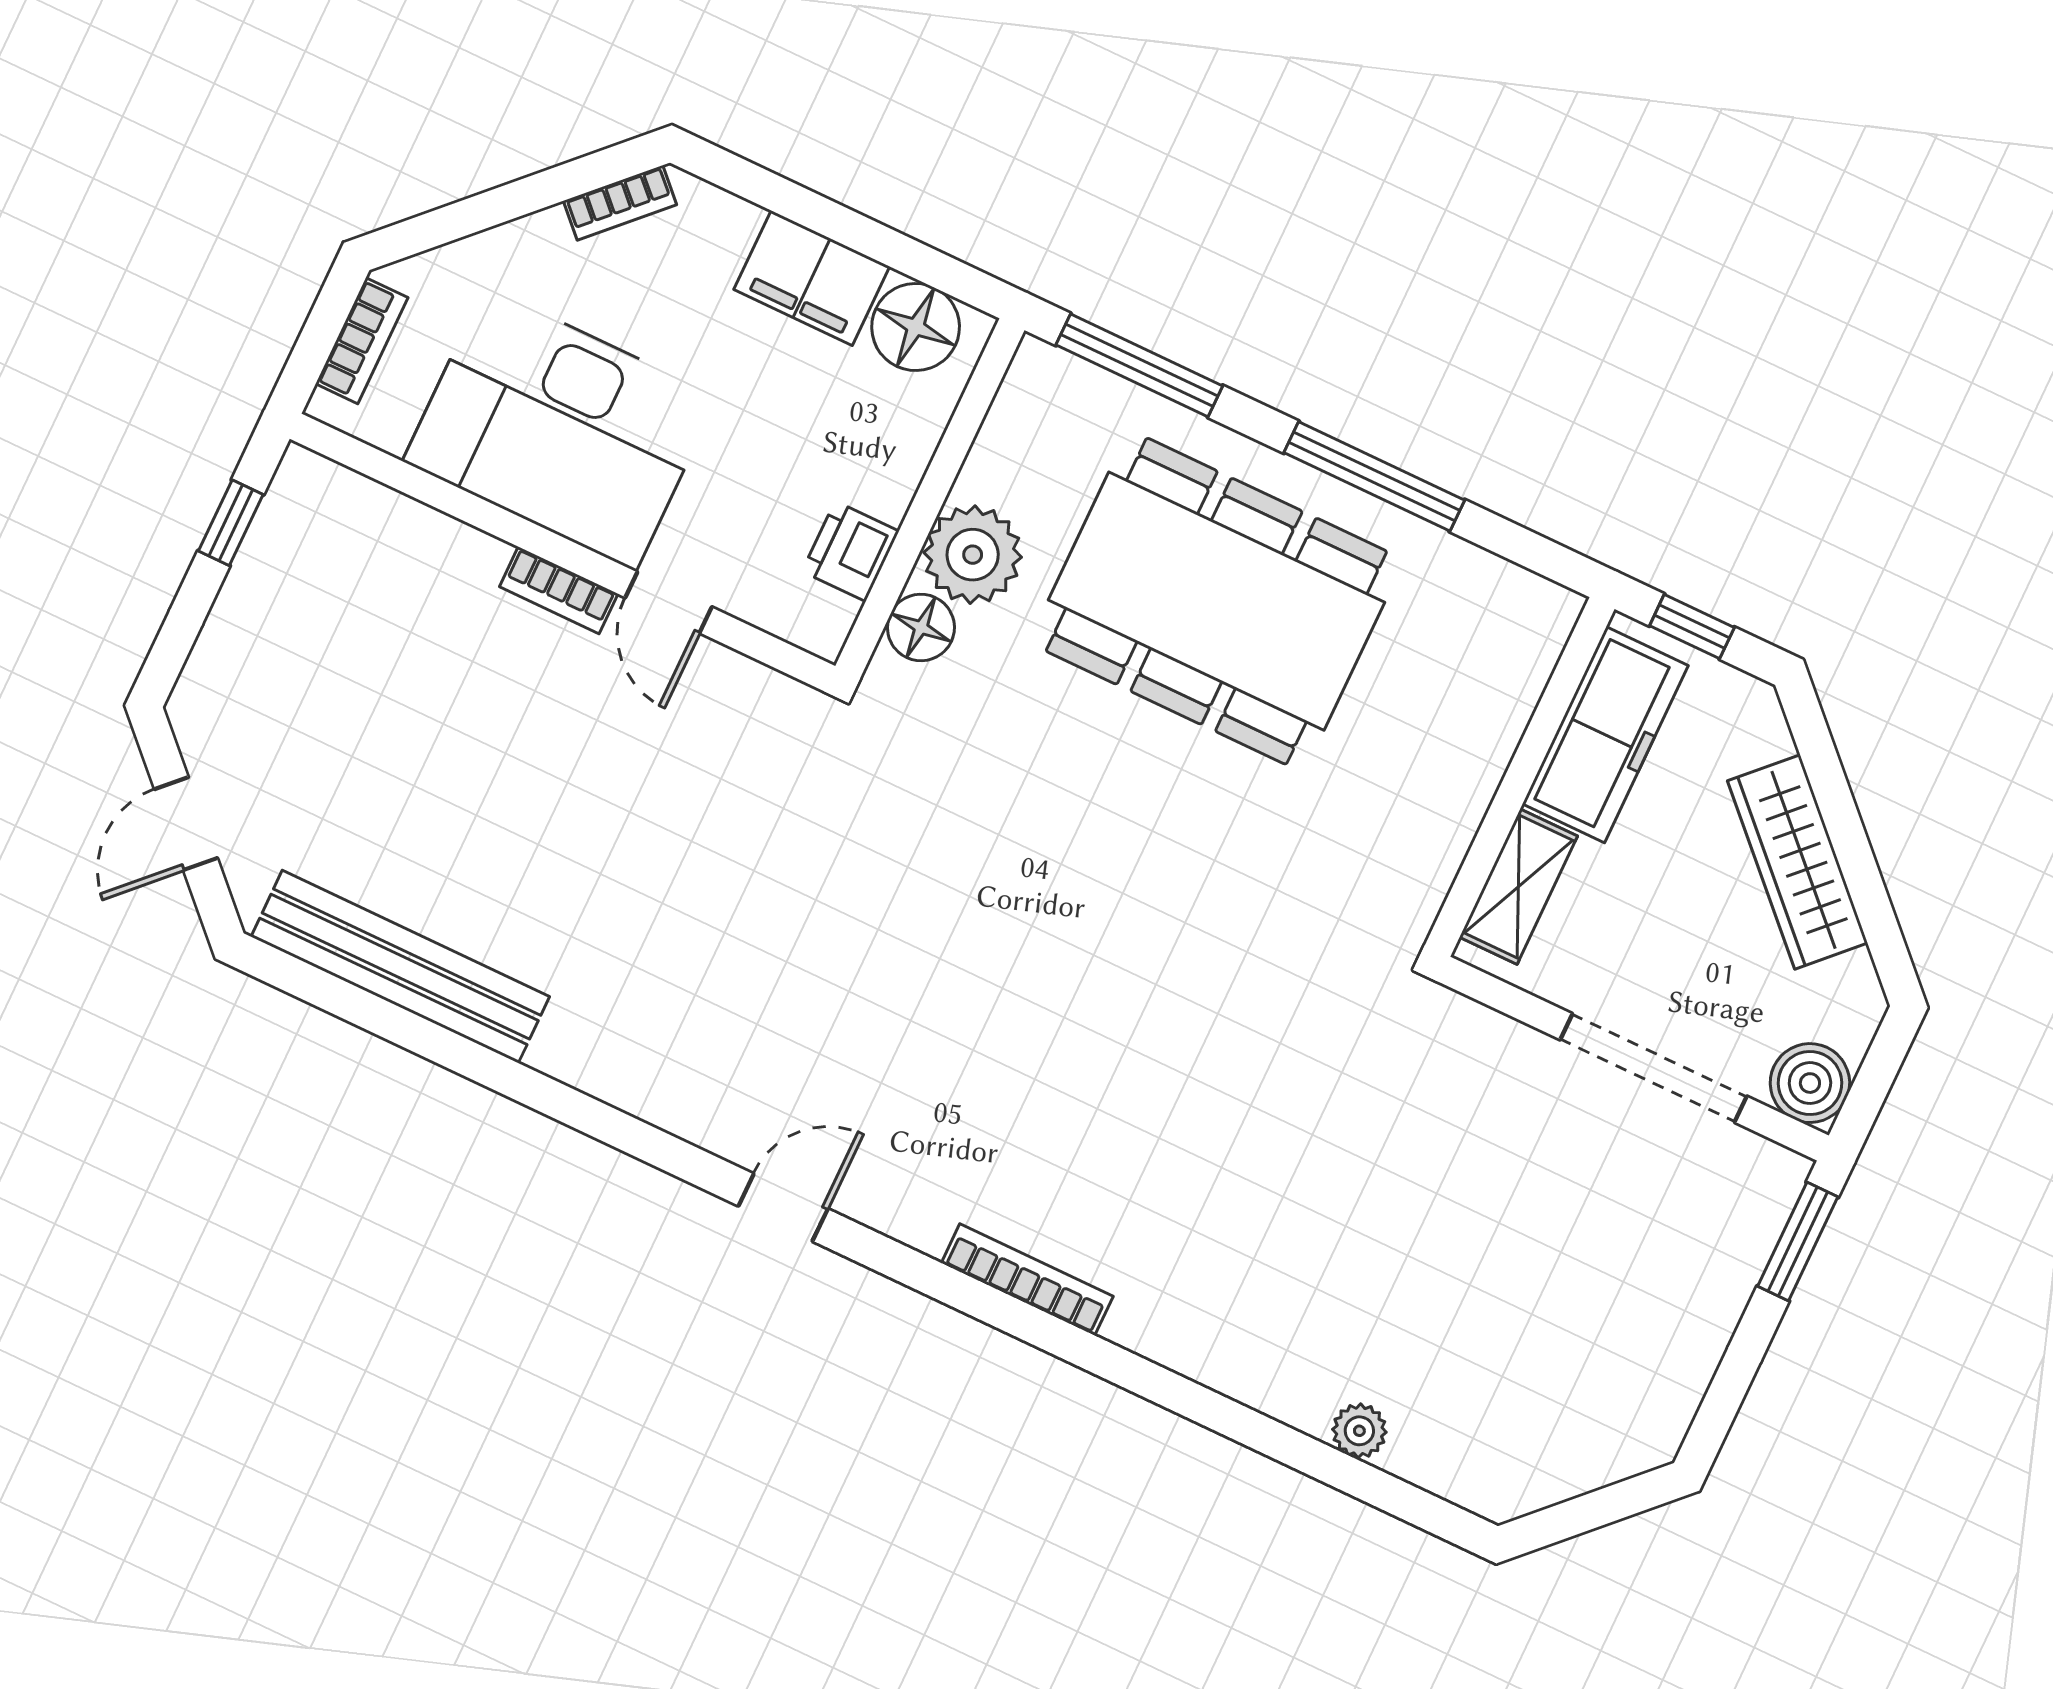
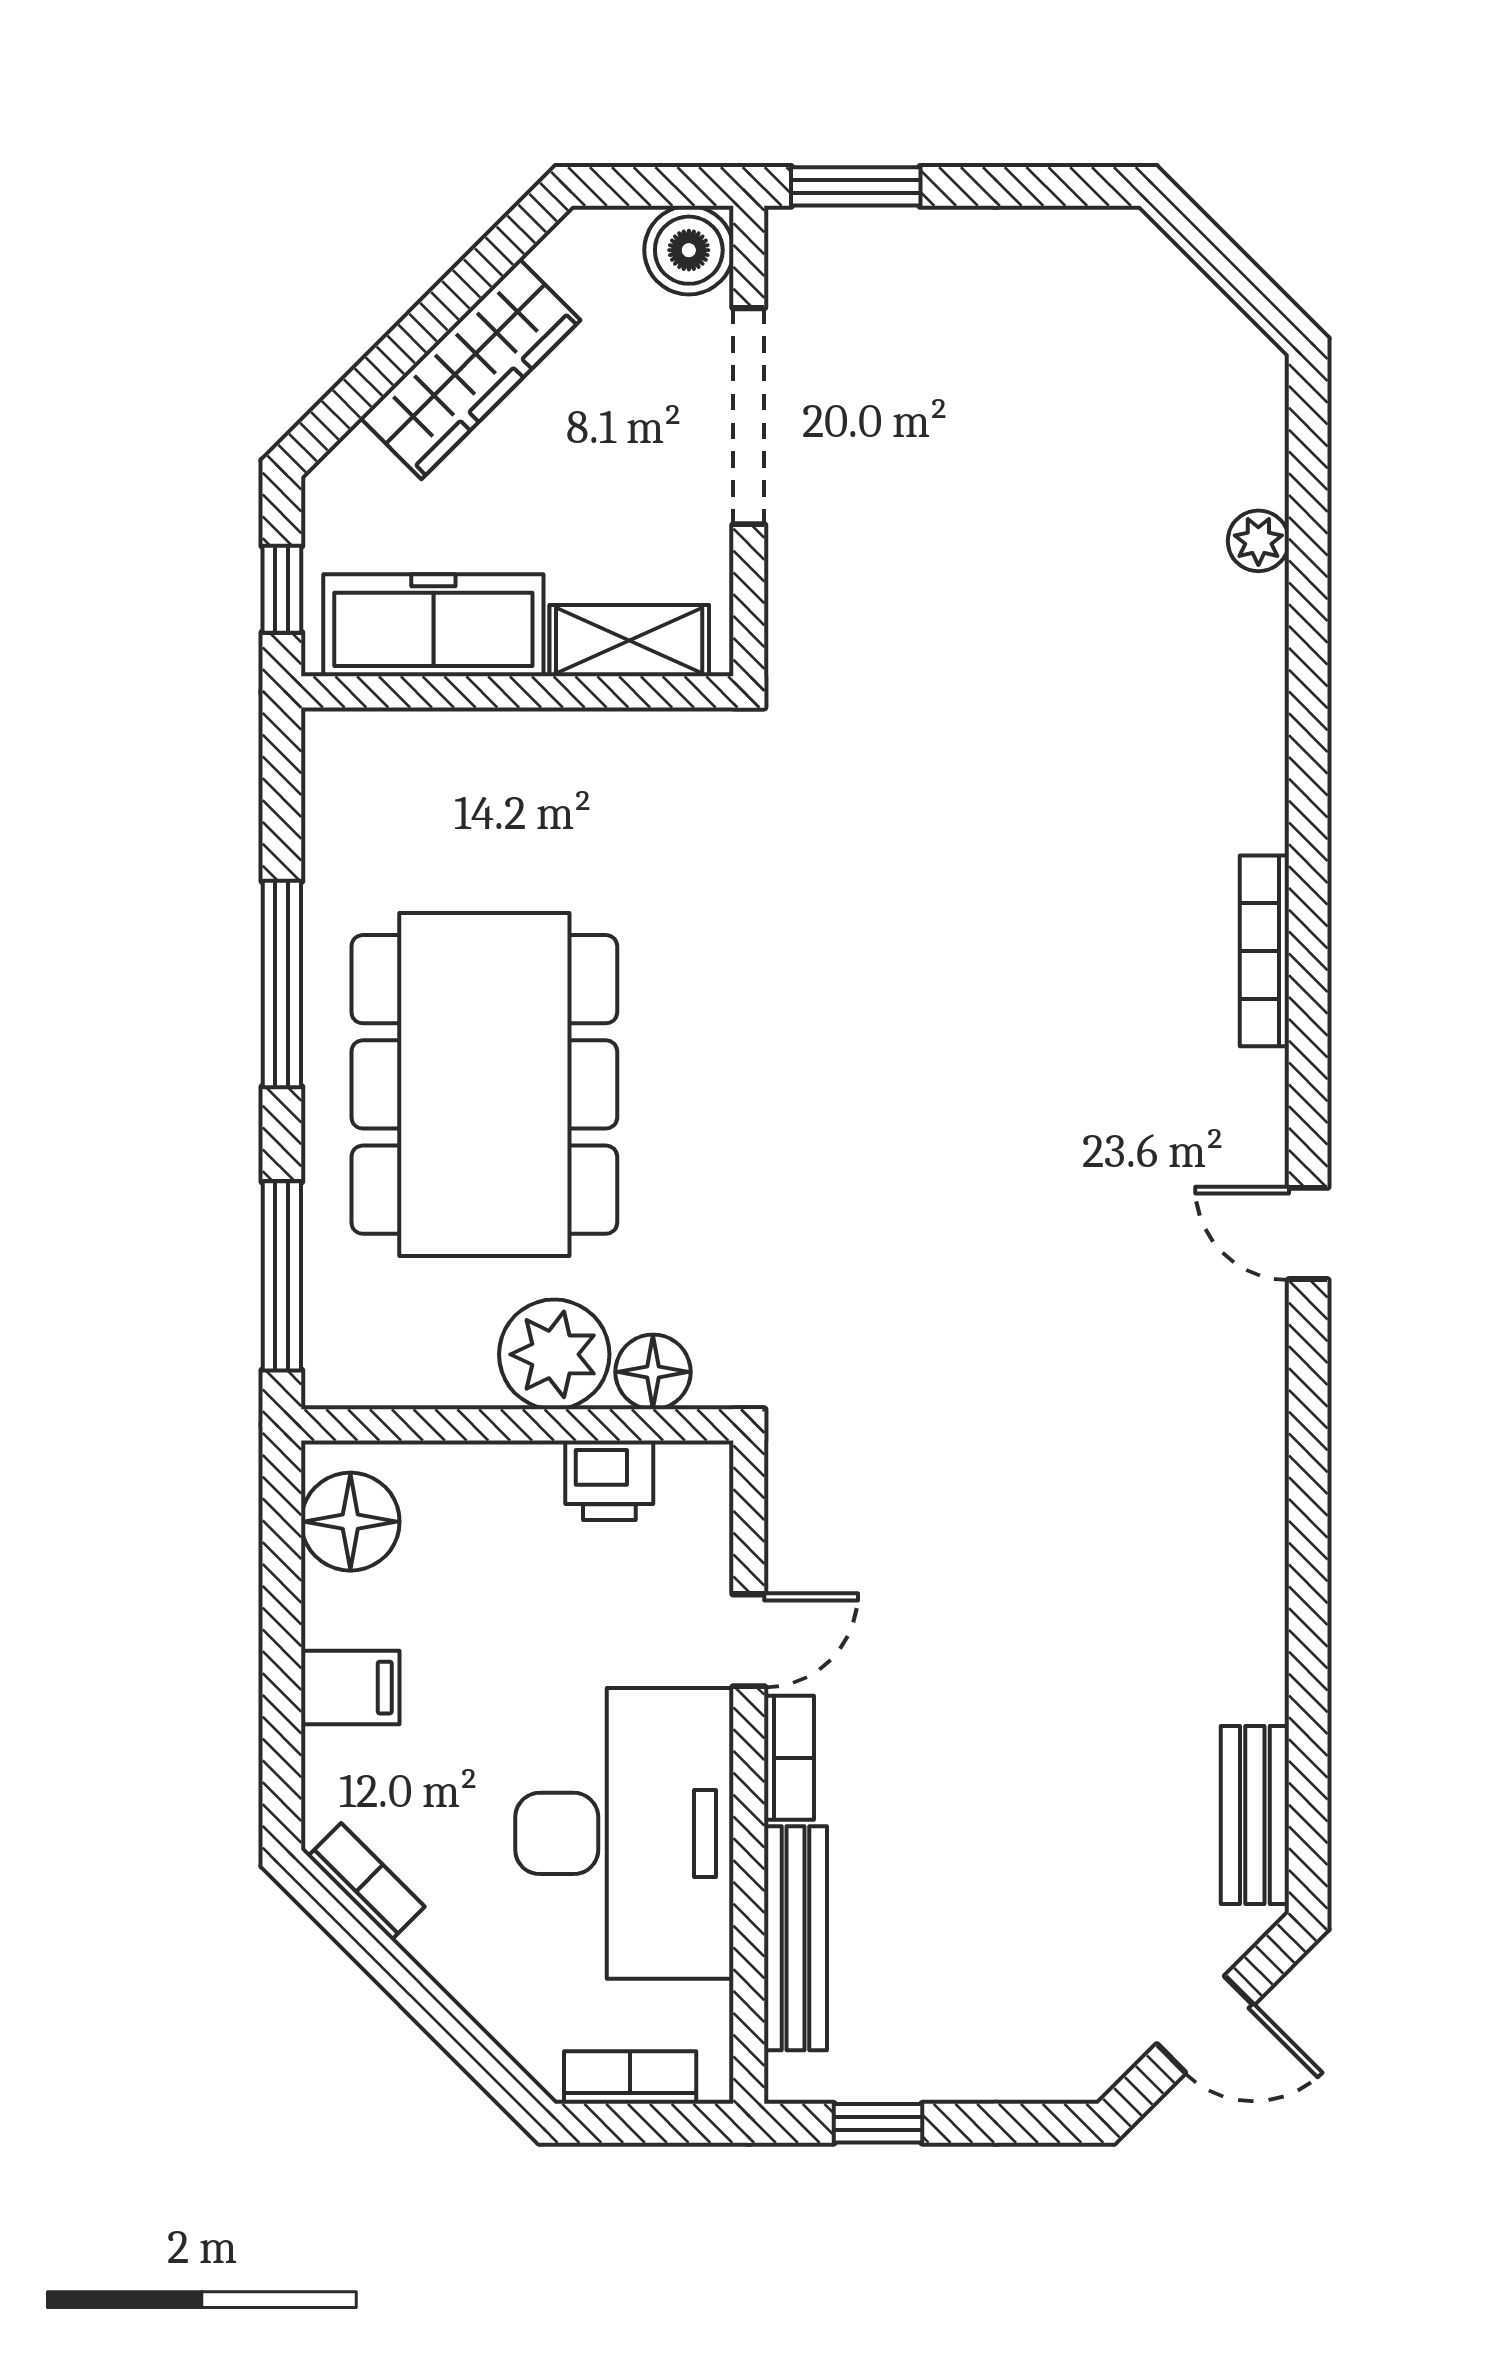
filing cabinet: (812, 278) -> (350, 1688), width x0.50
bench: (411, 527) -> (796, 1938), added
bench: (400, 967) -> (1255, 1815), width x0.54, depth x0.82

